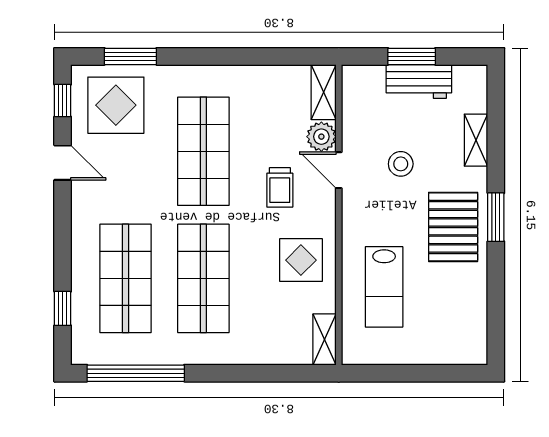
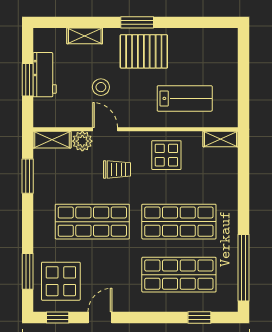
window: (270, 56) -> (28, 176), added
door: (339, 170) -> (105, 129), swing flipped

